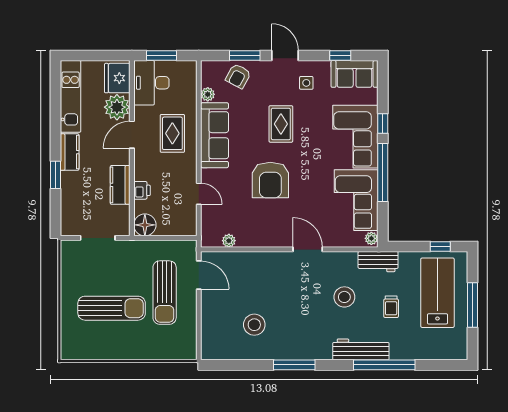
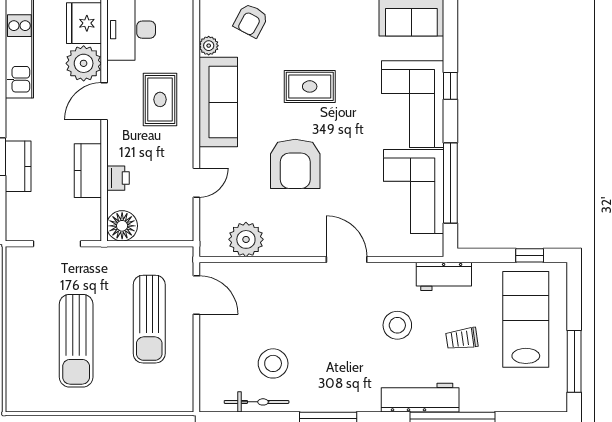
side table: (306, 83) -> (345, 30), removed
rug: (281, 124) -> (310, 86), turned 90
kitchen counter: (70, 152) -> (18, 166), moved
window: (383, 172) -> (450, 183), moved
door: (199, 194) -> (196, 183), hinge flipped
plant: (371, 238) -> (435, 244), removed
plant: (229, 241) -> (246, 239), width x1.88, depth x1.88
window: (473, 305) -> (574, 361), moved
trolley: (391, 307) -> (462, 339), turned 82
sun lounger: (112, 308) -> (76, 341), turned 90
bicycle: (242, 353) -> (257, 402), added

